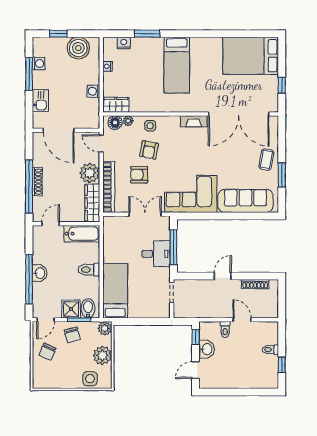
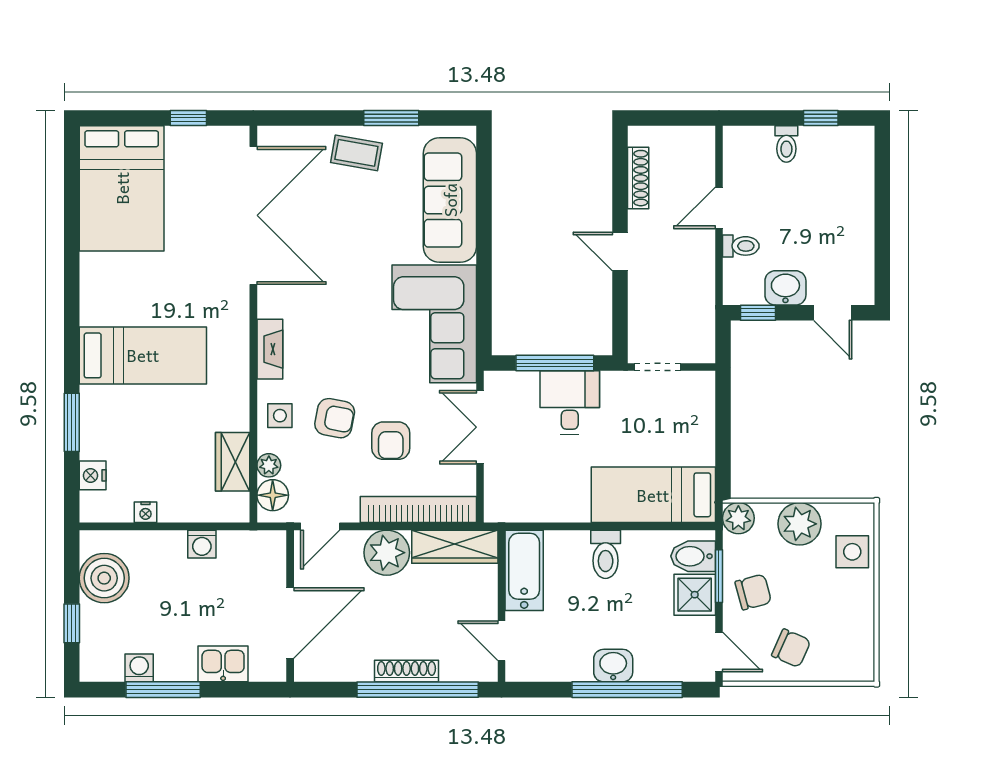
wardrobe: (116, 105) -> (233, 462), moved
fireplace: (194, 121) -> (270, 349), moved

